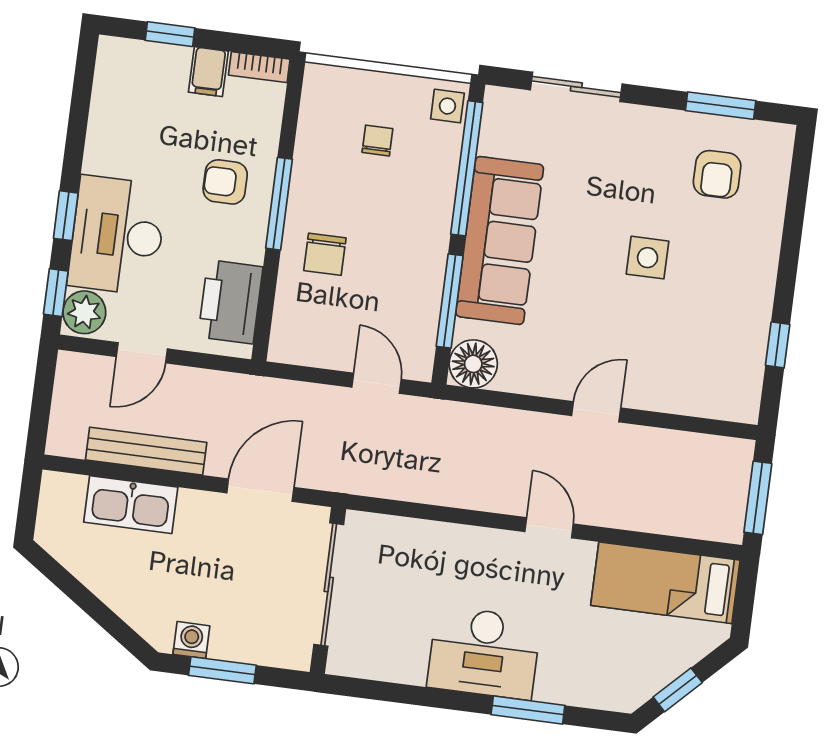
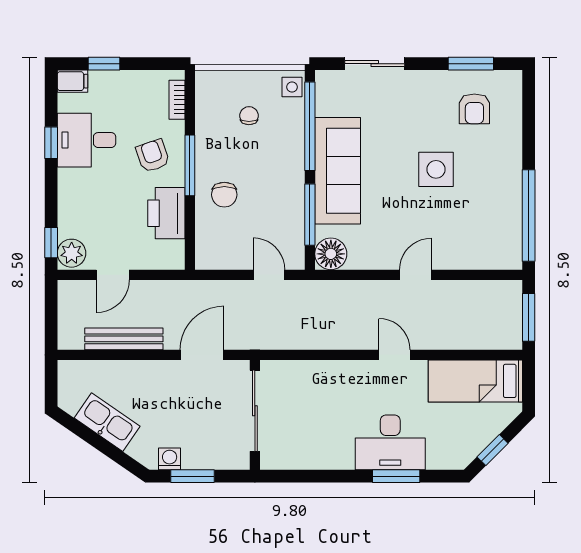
bookcase: (259, 67) -> (177, 100), moved, turned 90
filing cabinet: (208, 72) -> (73, 81), moved, turned -90
armchair: (225, 182) -> (153, 156), turned 71
window: (66, 216) -> (51, 143), moved
desk: (117, 235) -> (87, 140), moved, width x0.73
side table: (648, 258) -> (436, 169), width x1.37, depth x1.37
printer: (230, 302) -> (166, 213), moved
window: (778, 345) -> (529, 216), width x3.17
kitchen sink: (131, 505) -> (107, 422), moved, turned -145
desk: (484, 653) -> (390, 442), moved

